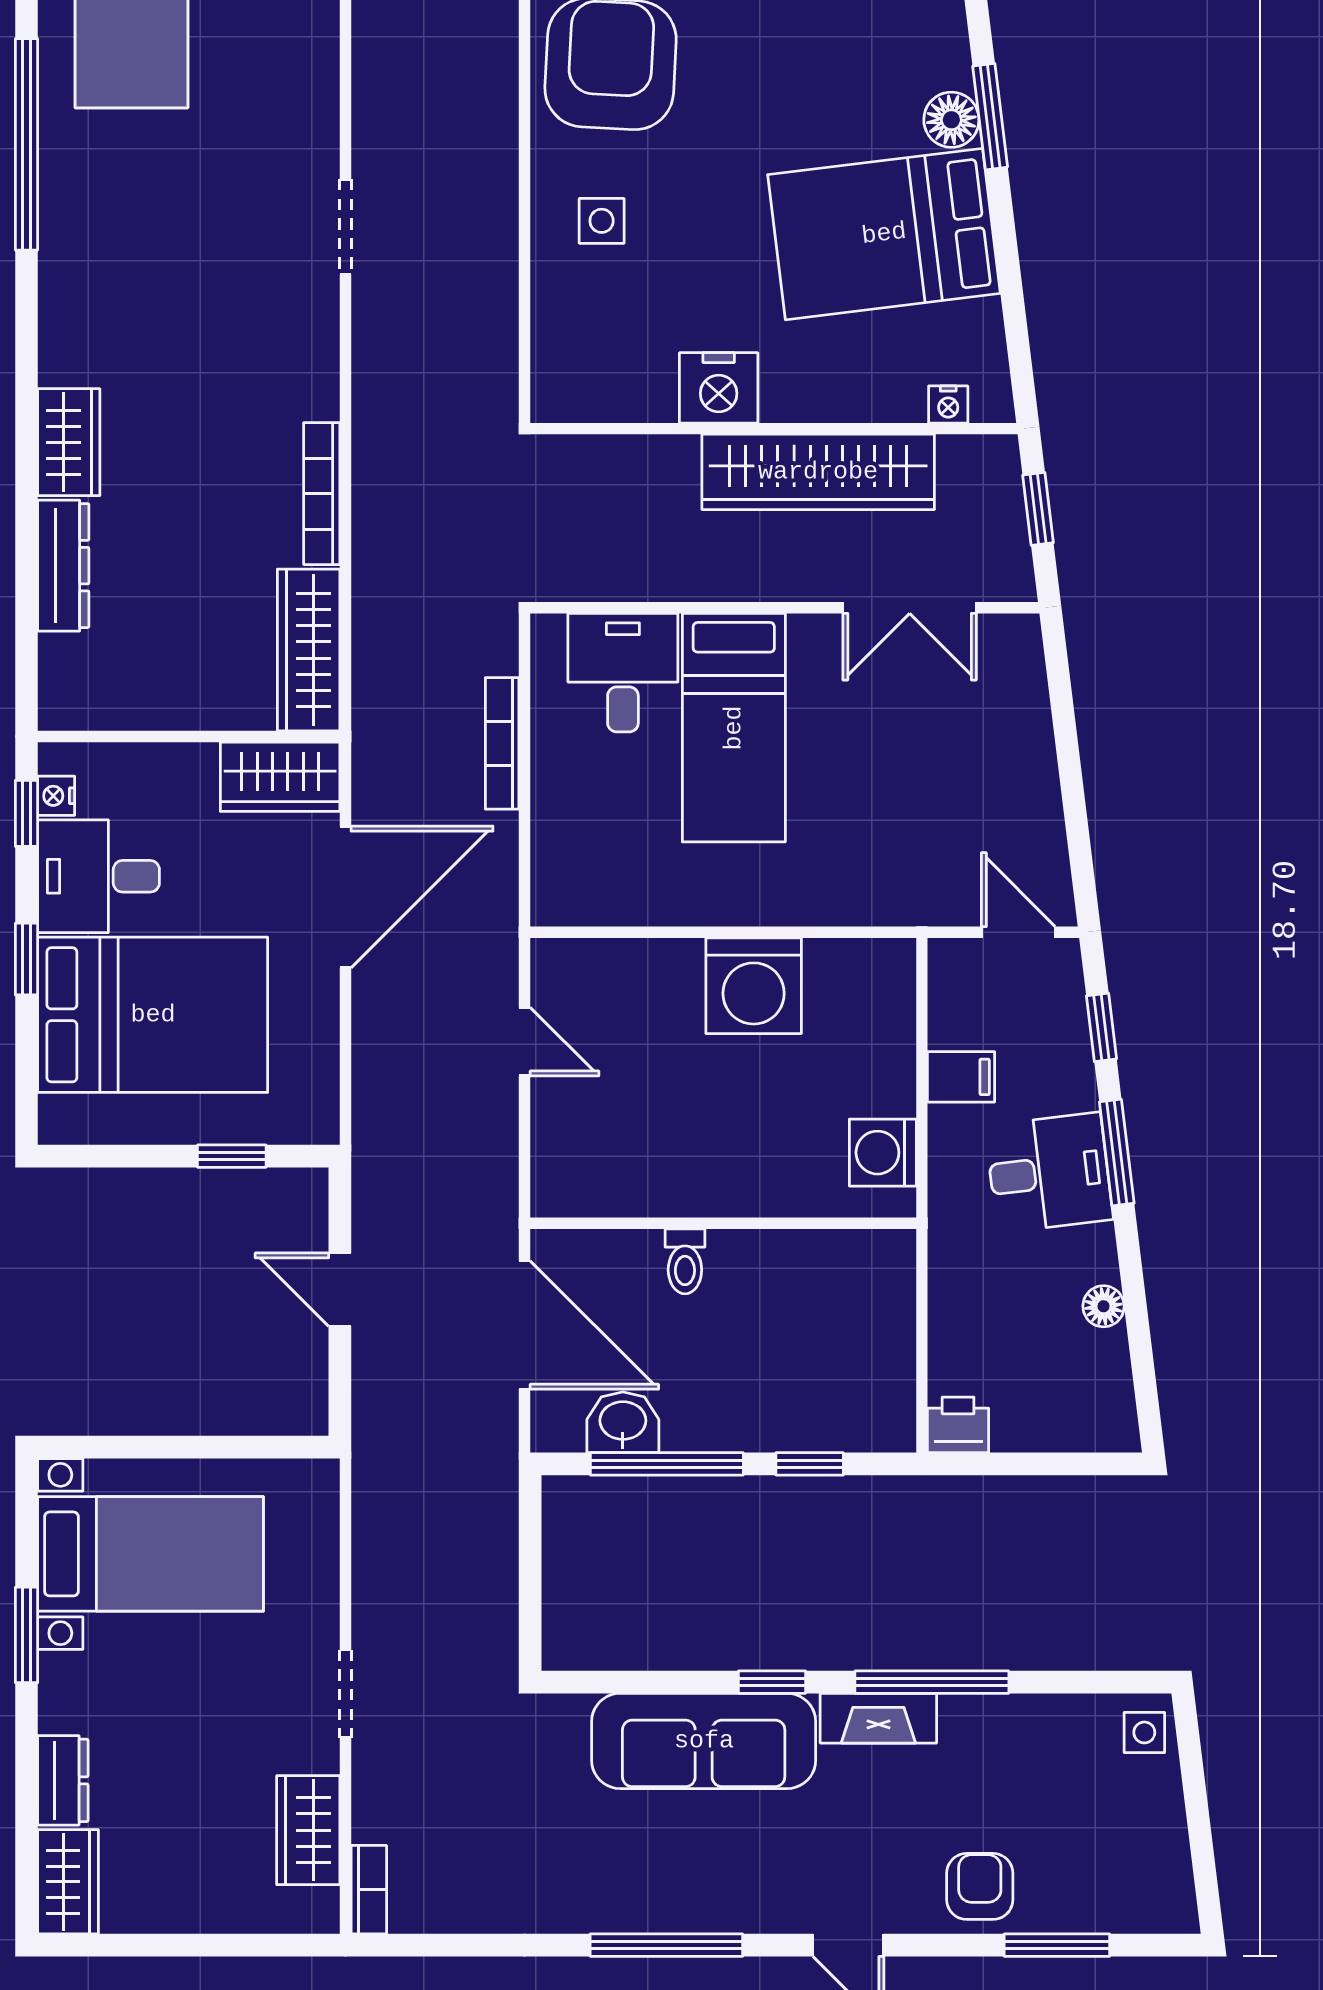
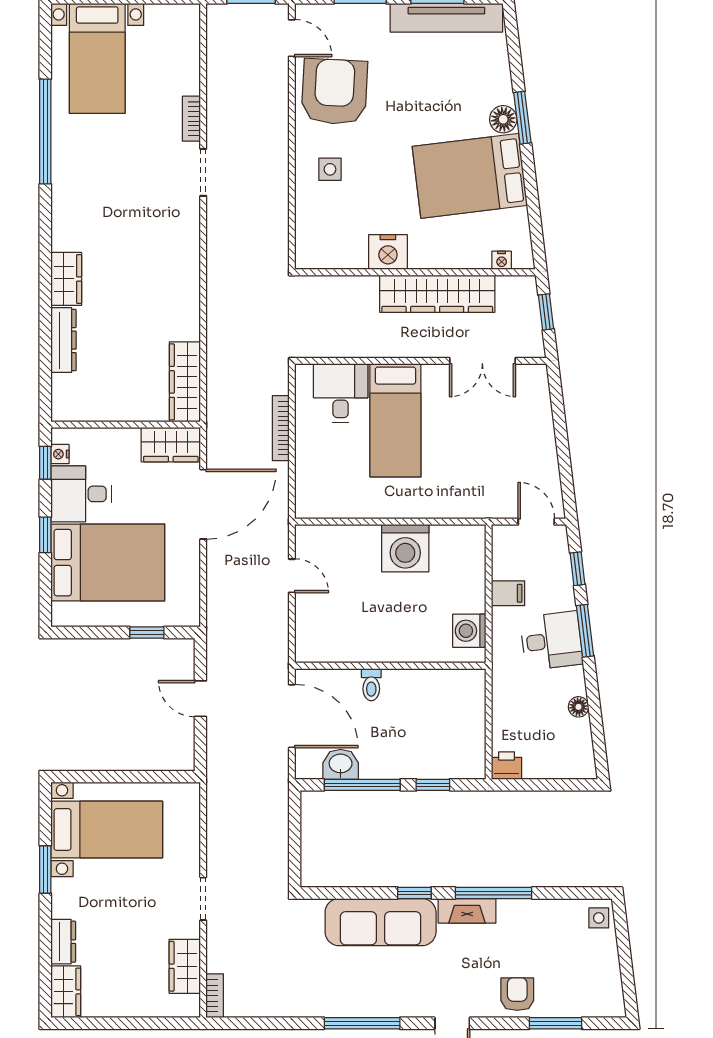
bookcase: (322, 494) -> (191, 119), moved, width x0.64

